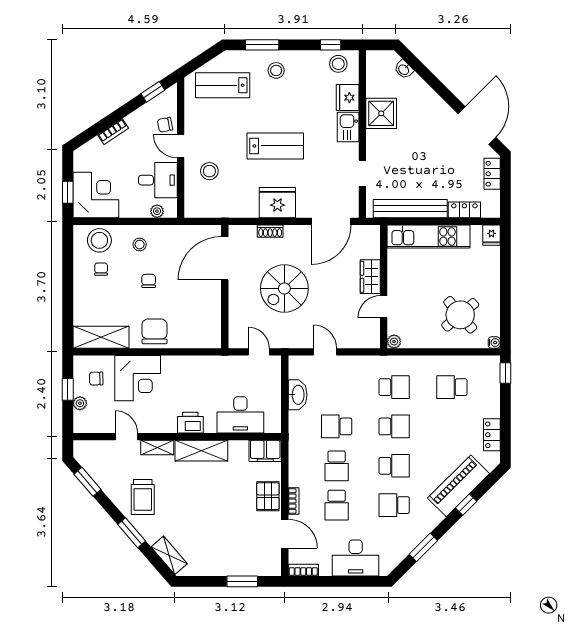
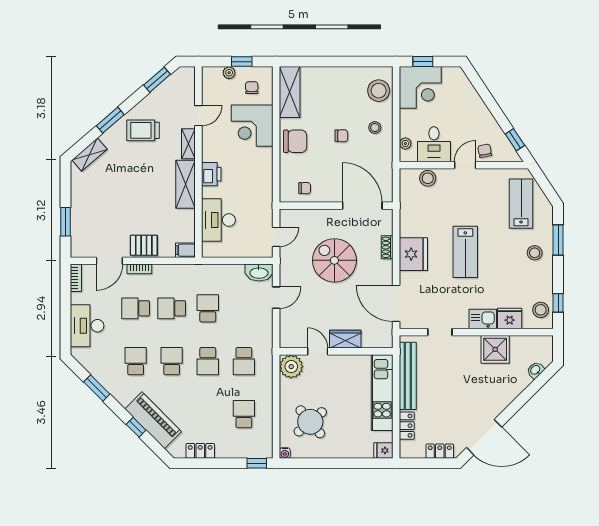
bookcase: (113, 132) -> (478, 103), removed
stool: (209, 171) -> (428, 178), moved
chair: (101, 269) -> (305, 188), moved
plant: (394, 342) -> (291, 367), width x1.87, depth x1.87
washbasin: (298, 395) -> (259, 273), moved
filing cabinet: (265, 451) -> (185, 250), width x0.50
school desk: (394, 466) -> (172, 361), turned 180

